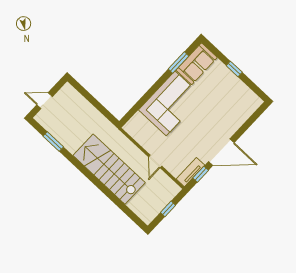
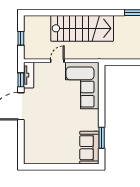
window: (234, 69) -> (62, 167), removed
corner sofa: (171, 103) -> (82, 85), moved
door: (155, 161) -> (57, 61), hinge flipped

